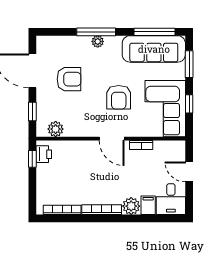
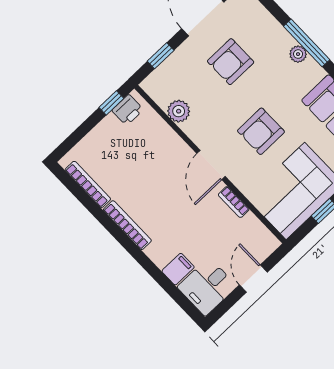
armchair: (69, 79) -> (231, 62), turned 90
plant: (56, 129) -> (179, 111), moved
plant: (131, 206) -> (160, 252), removed

